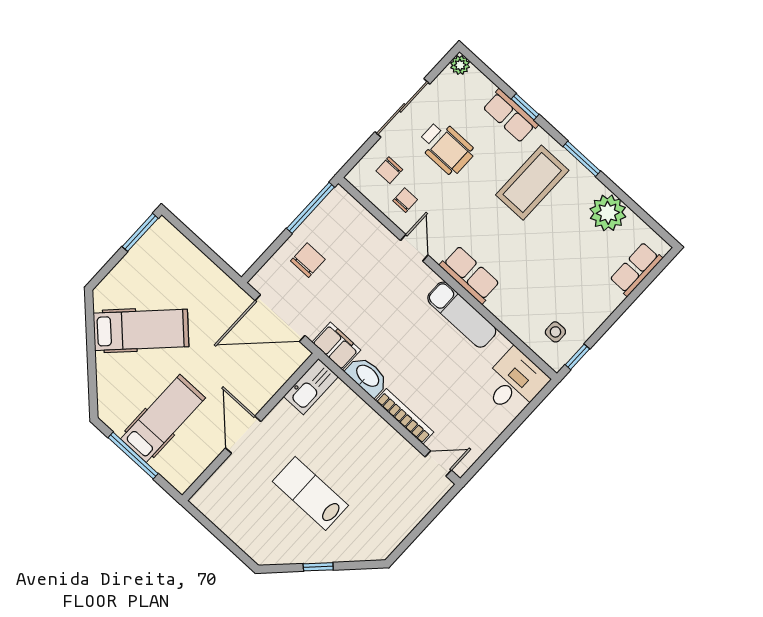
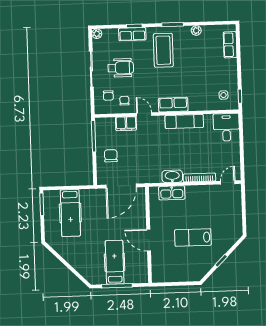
plant: (608, 213) -> (196, 30), width x0.53, depth x0.53
hospital bed: (141, 330) -> (70, 213), moved, turned 135
filing cabinet: (336, 346) -> (126, 124), moved, turned 180
kitchen sink: (311, 387) -> (172, 193), moved, turned 90

